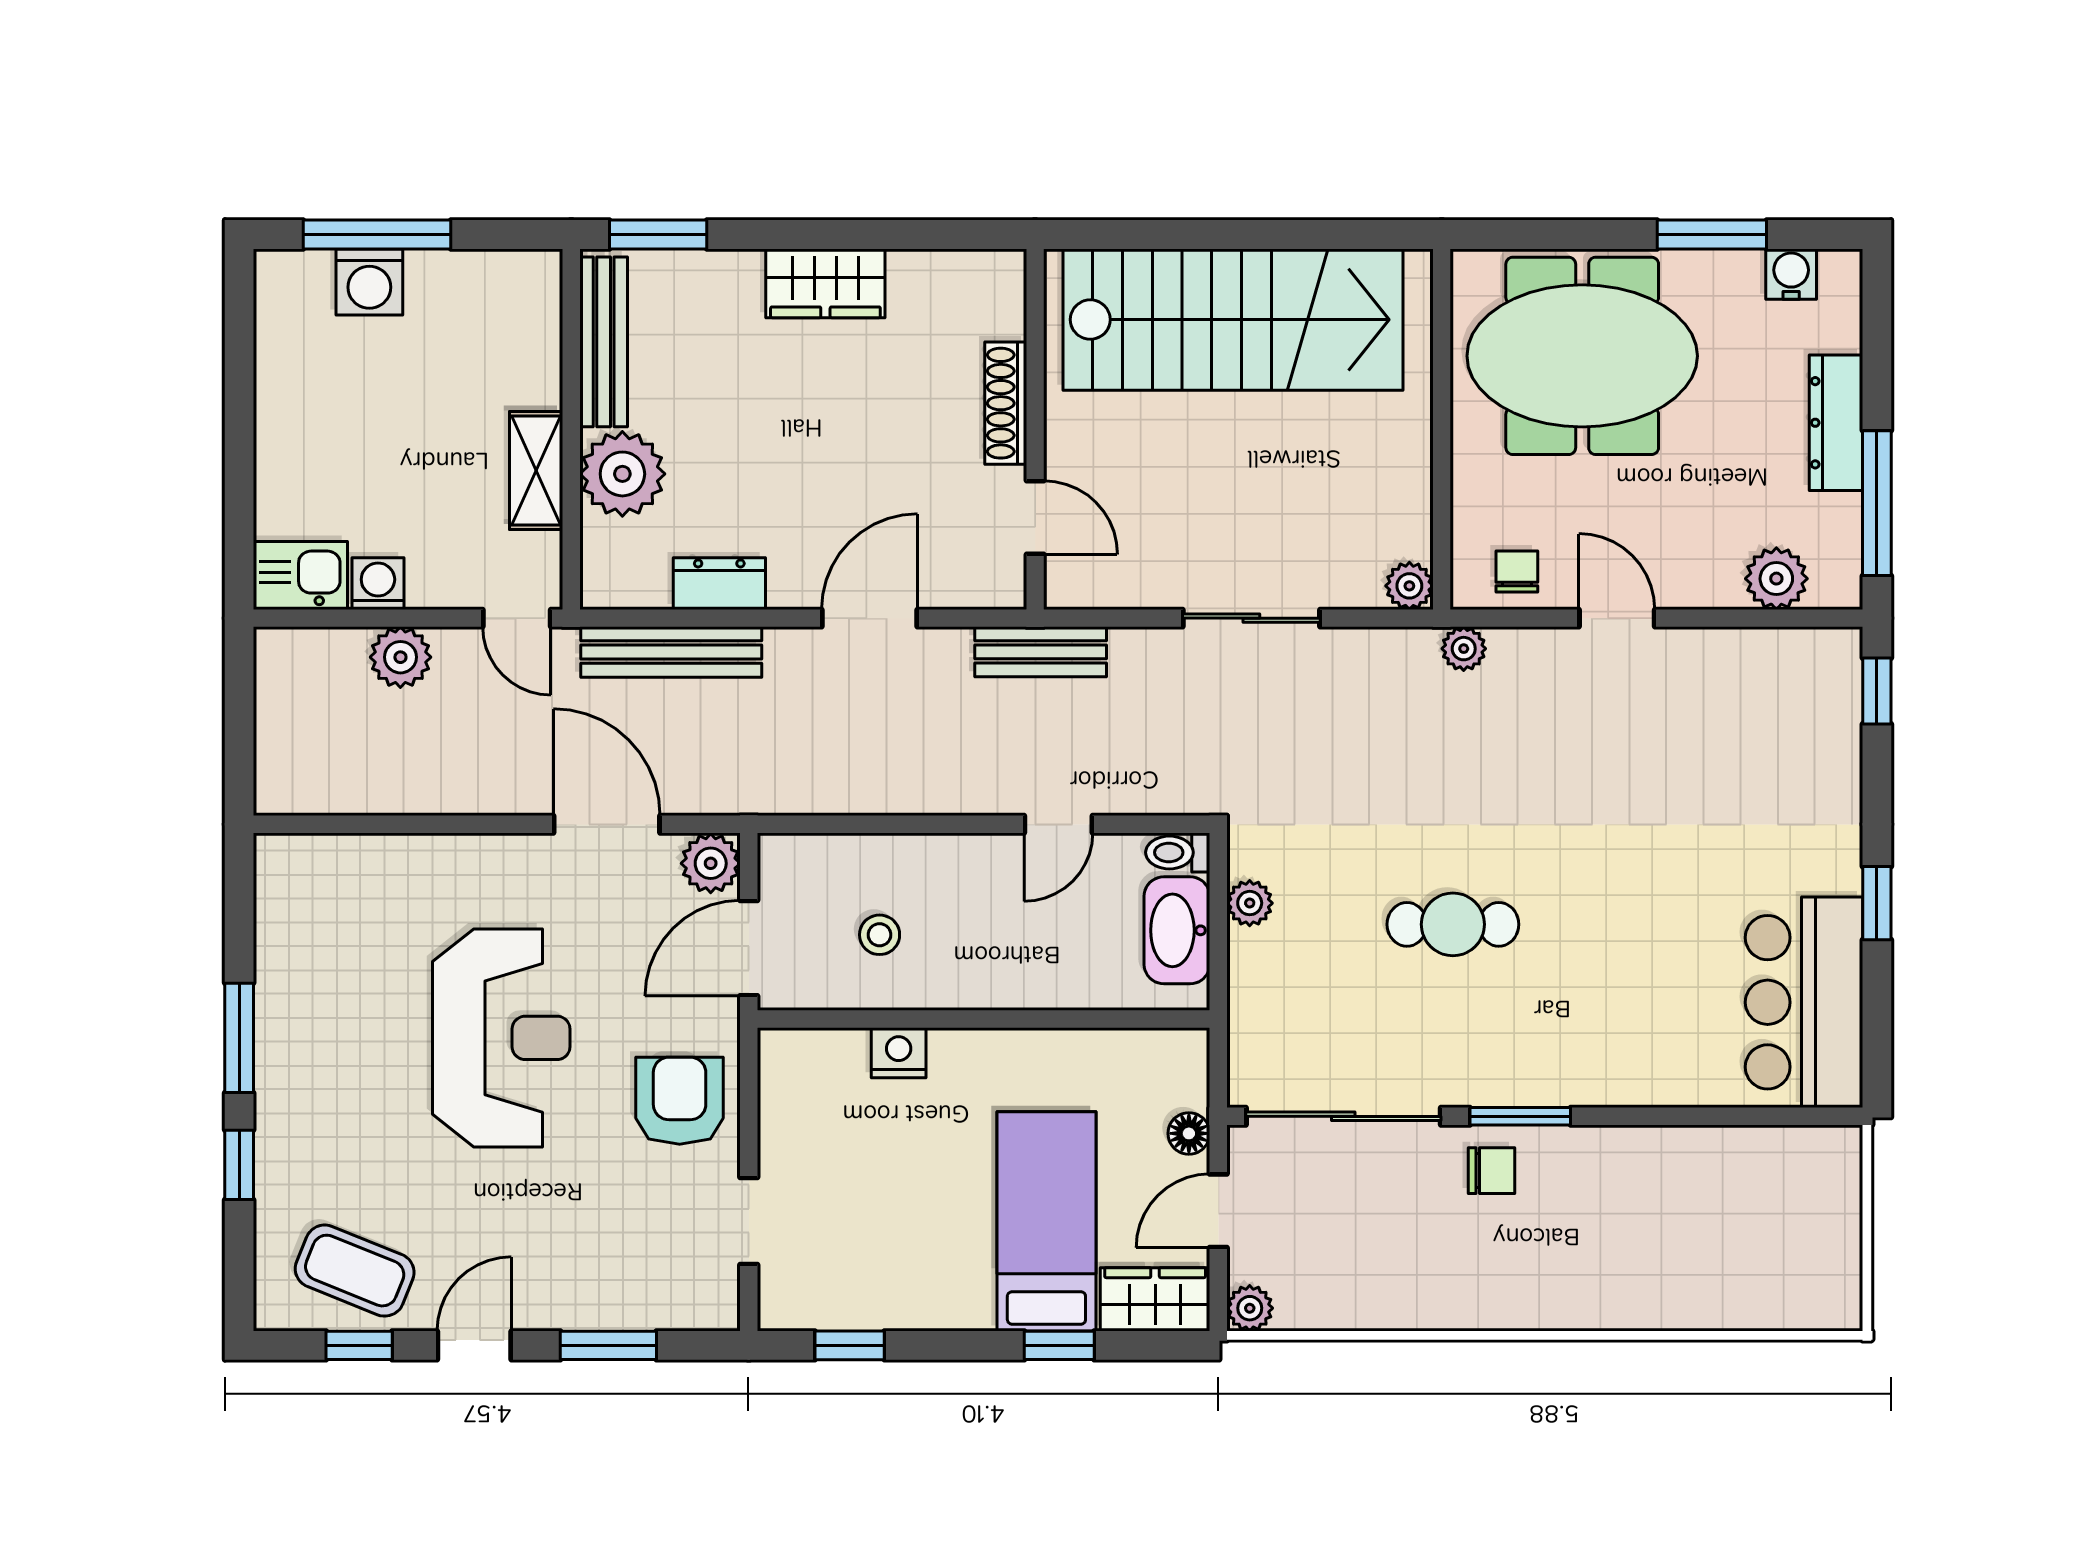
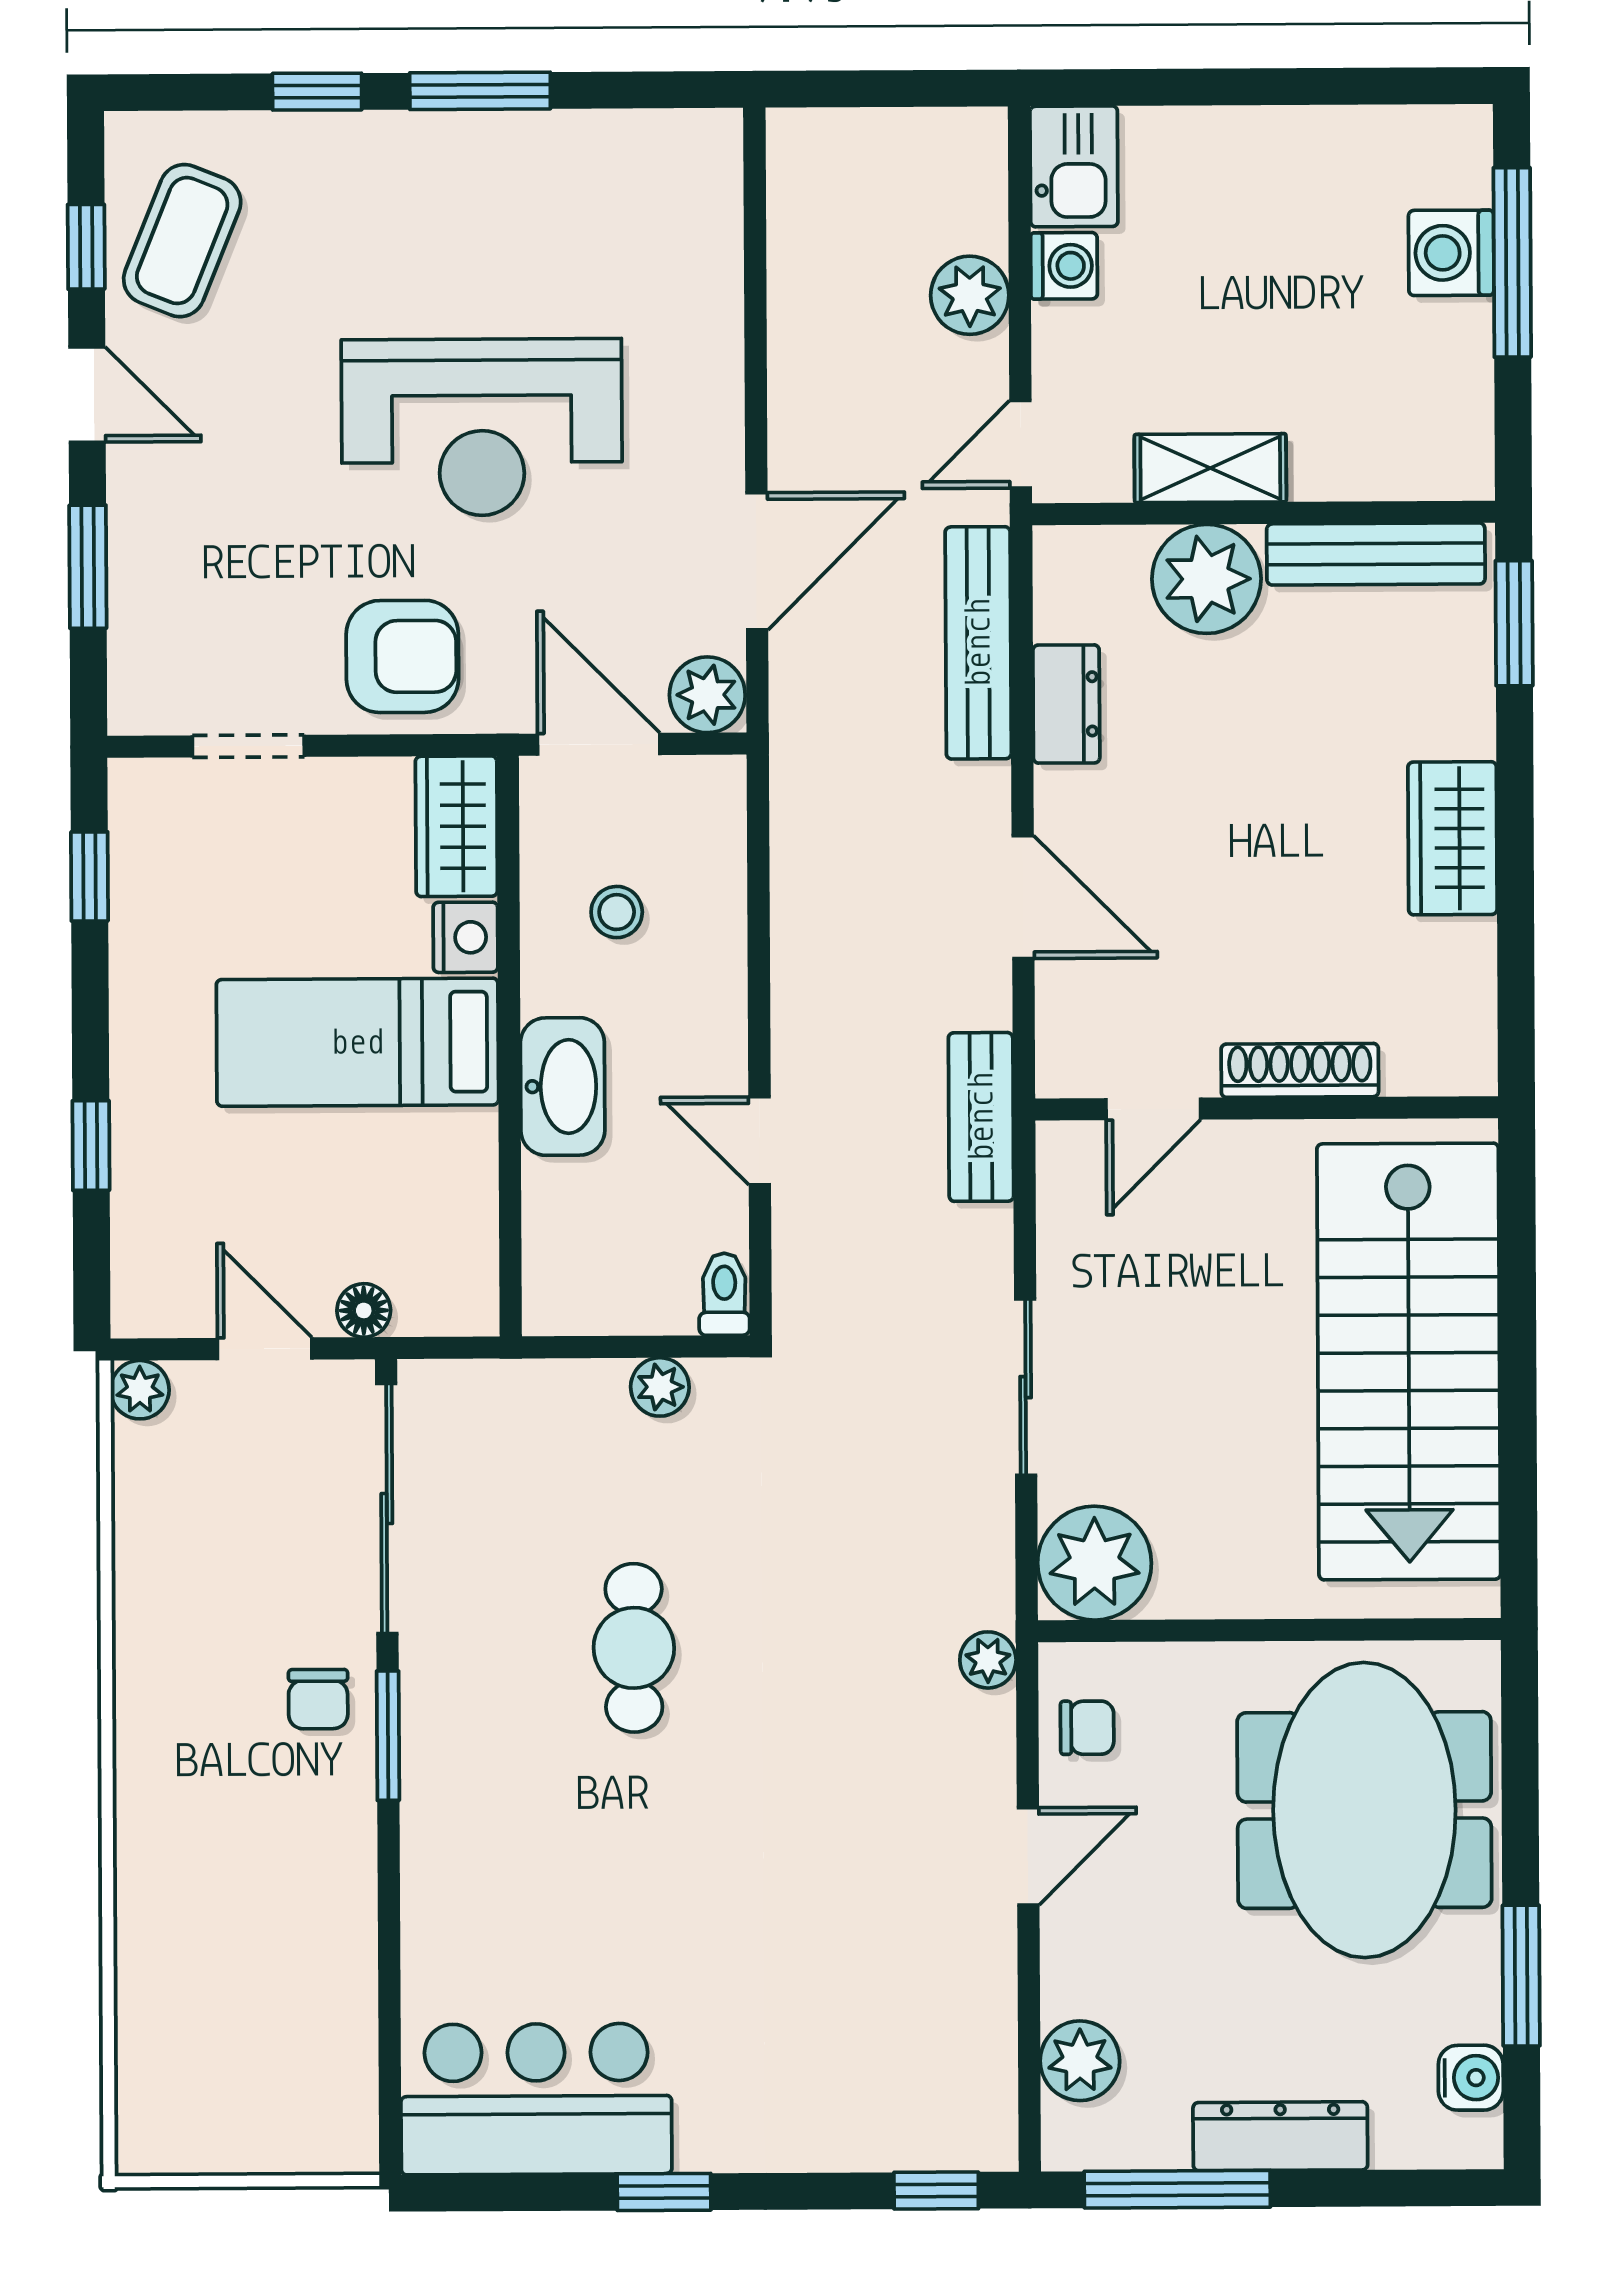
plant: (1409, 586) -> (1095, 1563), width x1.87, depth x1.87
washbasin: (1177, 930) -> (563, 1087), moved, turned 90
bed: (1046, 1221) -> (357, 1042), moved, turned 180
wardrobe: (1155, 1299) -> (456, 826), moved, turned 180

